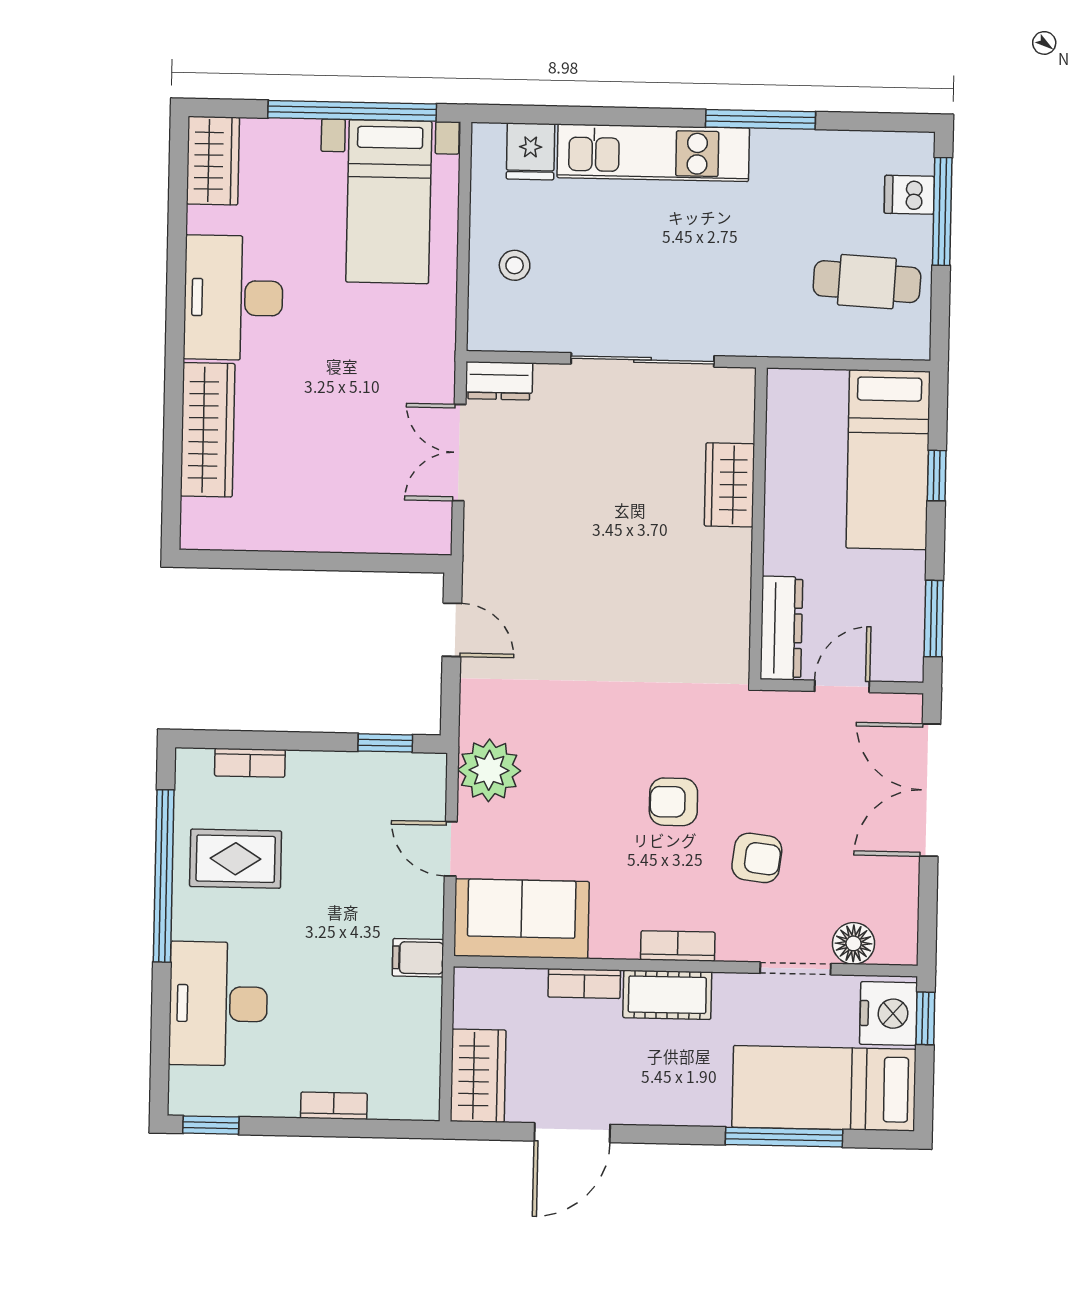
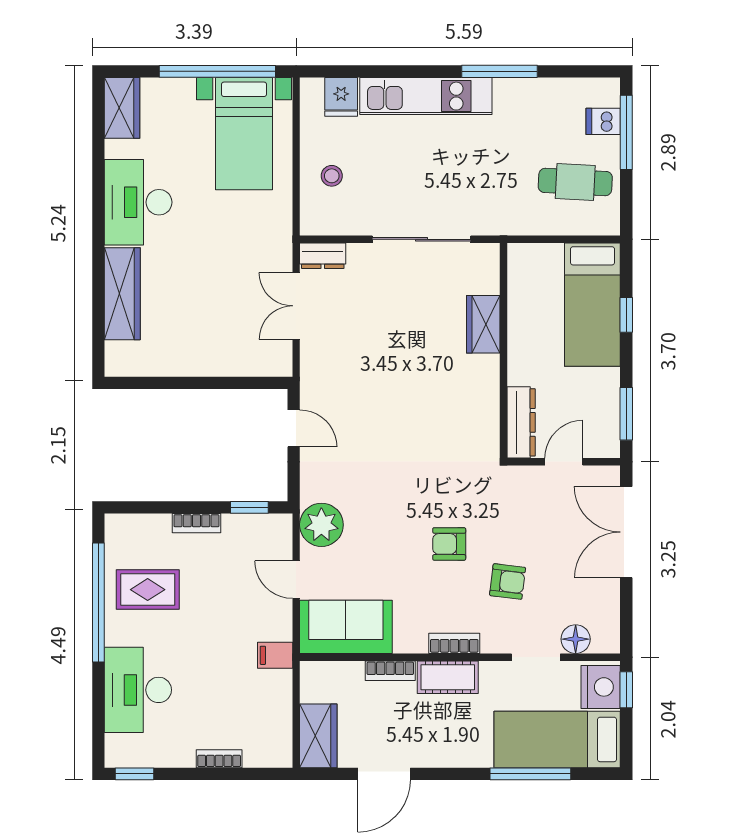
bookcase: (250, 763) -> (196, 523), moved

